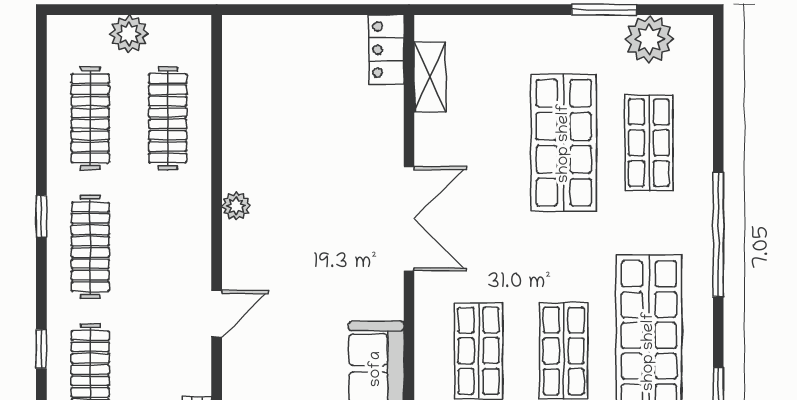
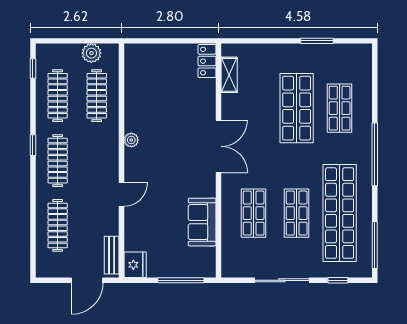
plant: (129, 34) -> (91, 53), moved
plant: (649, 39) -> (340, 56), removed
window: (41, 349) -> (33, 68), moved

